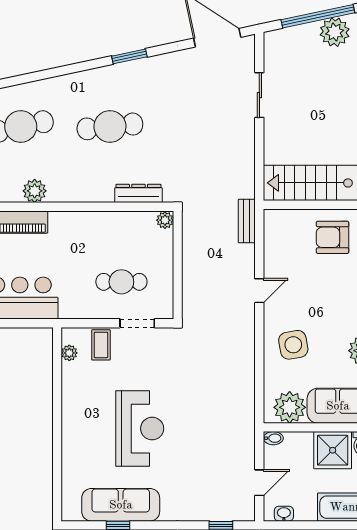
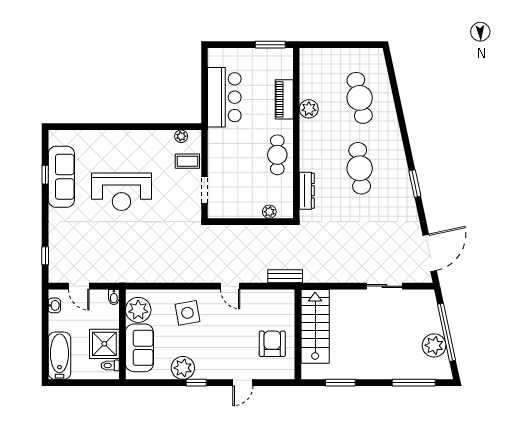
plant: (165, 220) -> (269, 212), moved
cafe table: (121, 282) -> (277, 155), moved

